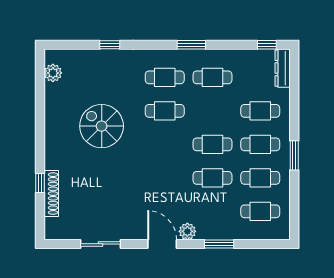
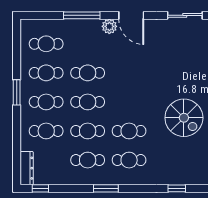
cafe table: (212, 111) -> (88, 131), added
window: (219, 244) -> (82, 15), width x1.44

